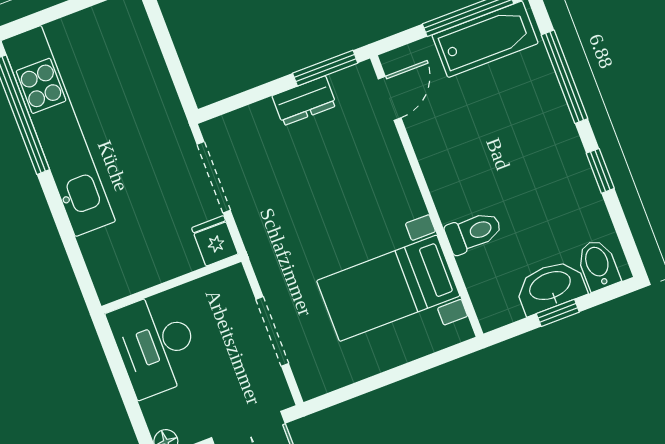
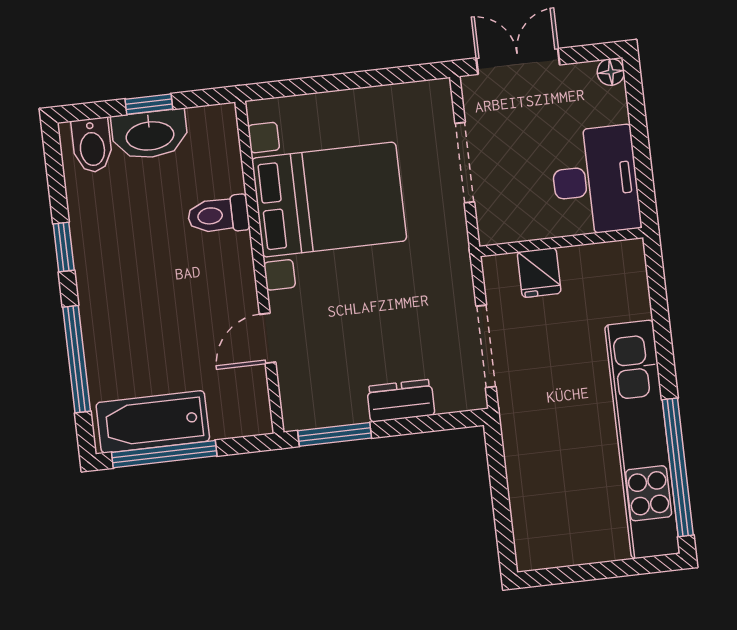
door: (390, 98) -> (268, 338), moved
dresser: (304, 101) -> (401, 401), moved
fridge: (215, 241) -> (539, 273), moved
bed with nightstands: (388, 288) -> (329, 200), width x1.36

